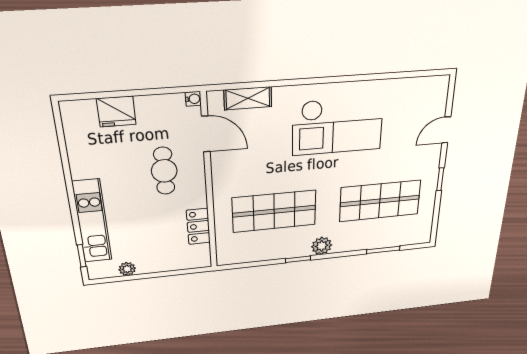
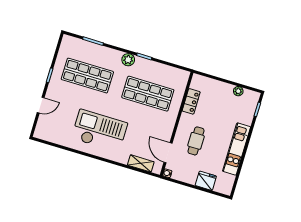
kitchen unit: (92, 221) -> (237, 149), moved

